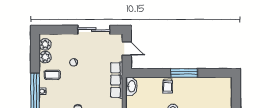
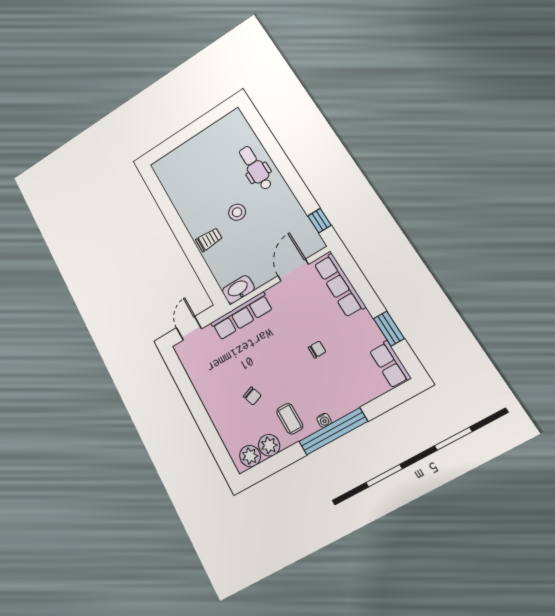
sliding door: (94, 30) -> (188, 392), removed
window: (184, 73) -> (179, 229), removed

